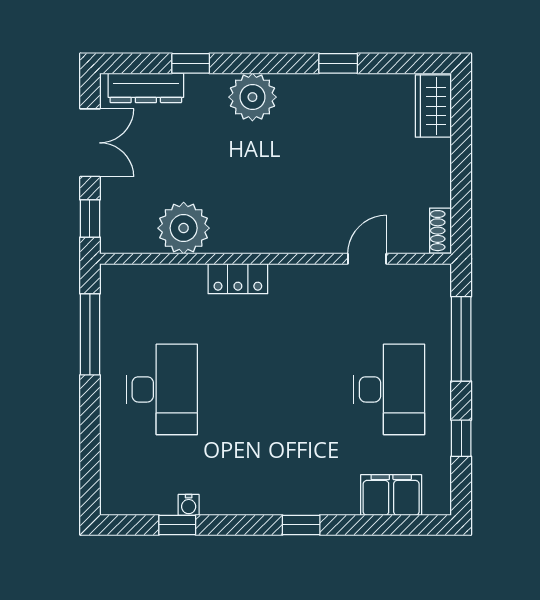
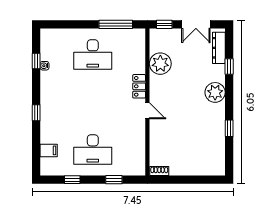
wardrobe: (433, 106) -> (211, 168), removed
door: (367, 259) -> (147, 111), moved
window: (461, 339) -> (114, 180), width x0.46
filing cabinet: (391, 495) -> (49, 150), width x0.50

